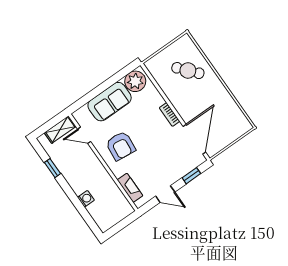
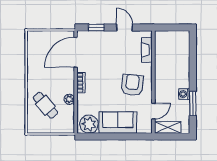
plant: (170, 92) -> (69, 99), added
door: (84, 135) -> (153, 111), hinge flipped
window: (52, 168) -> (193, 103), width x1.50
washing machine: (86, 199) -> (184, 94), moved

